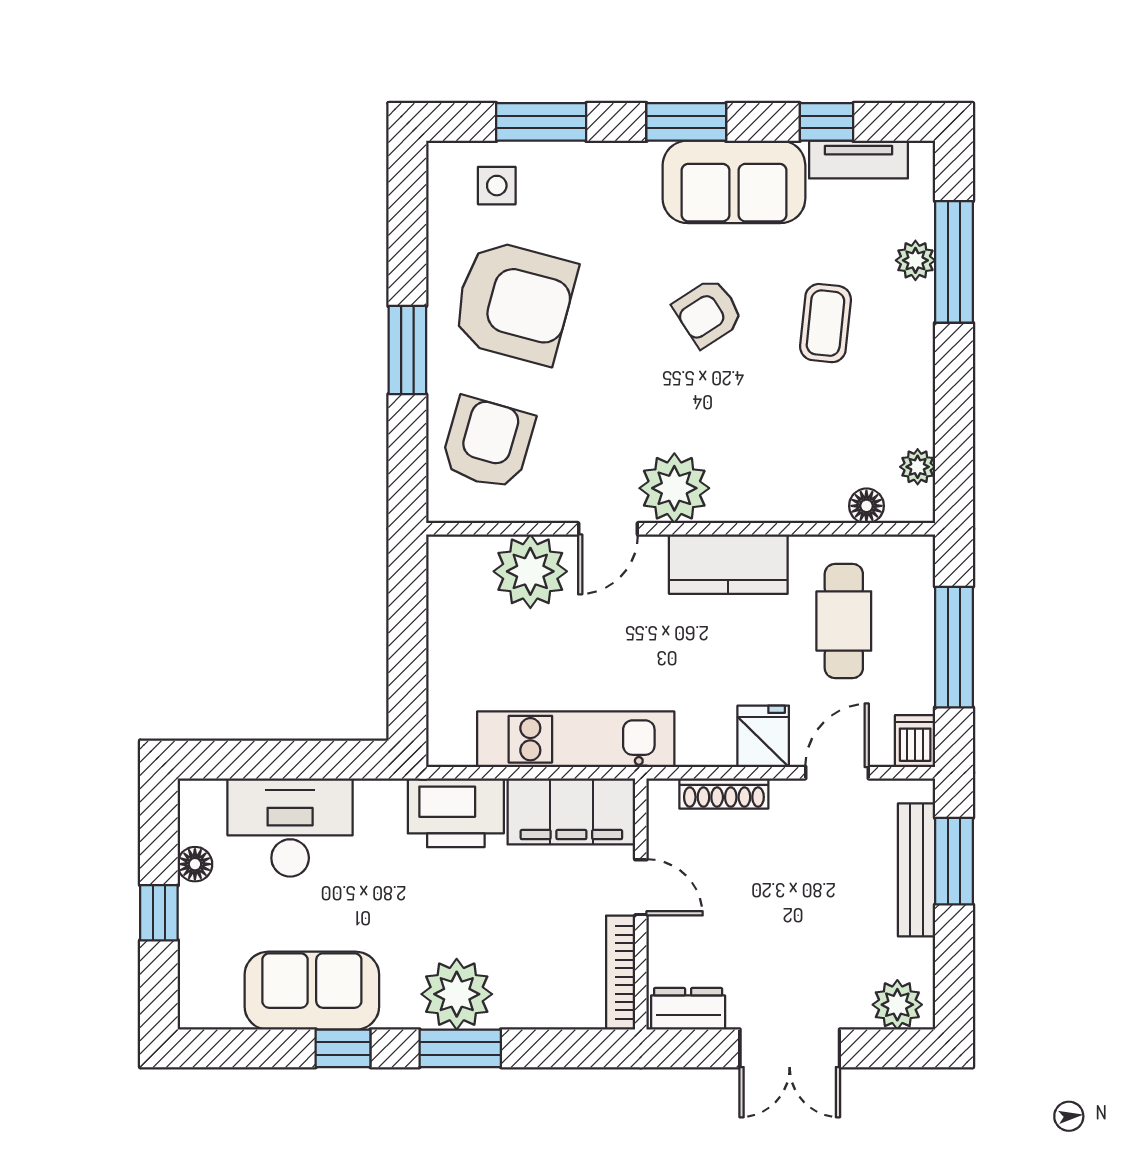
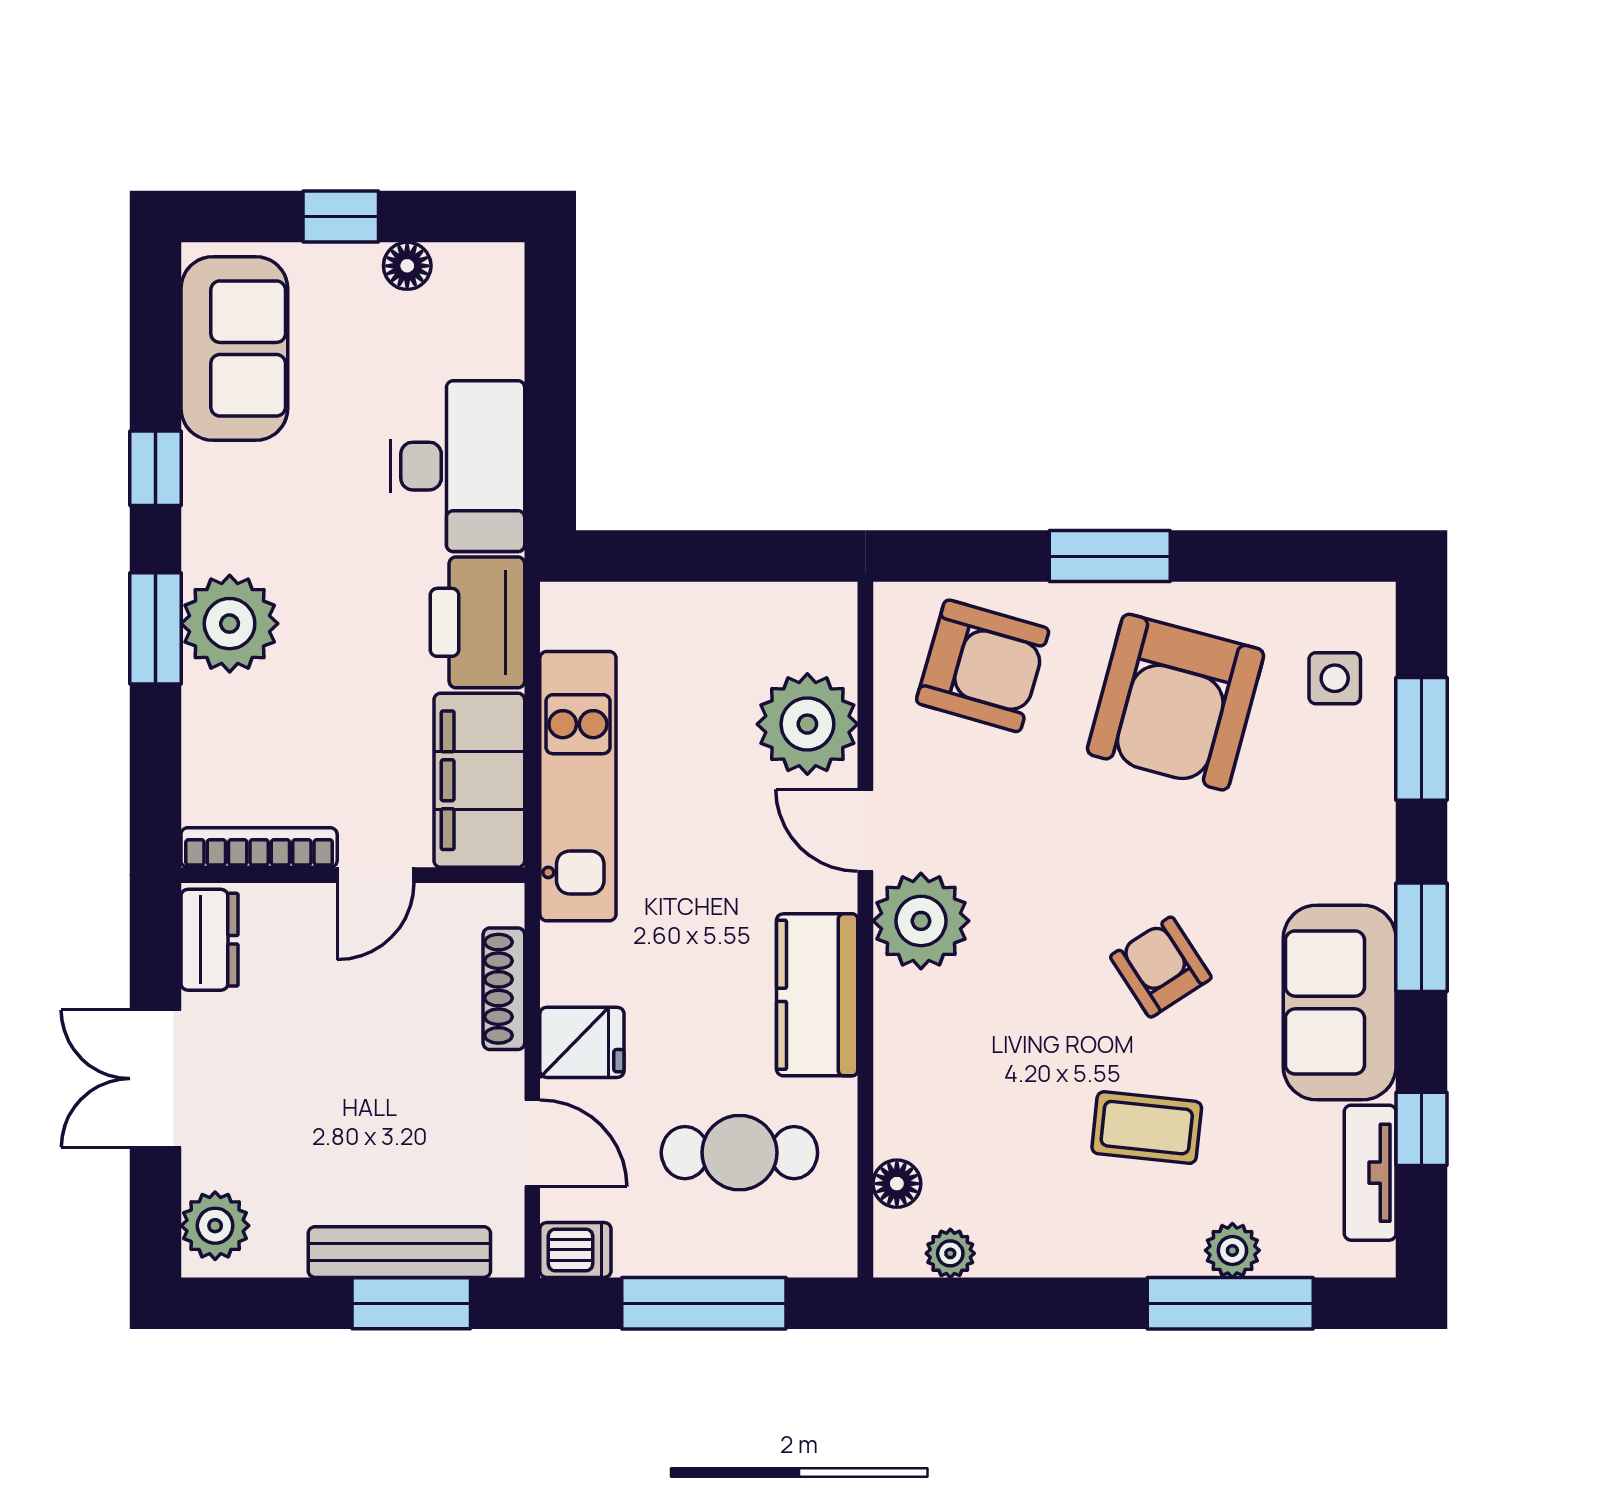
desk: (290, 827) -> (457, 466), moved
sofa: (312, 991) -> (234, 348), moved

